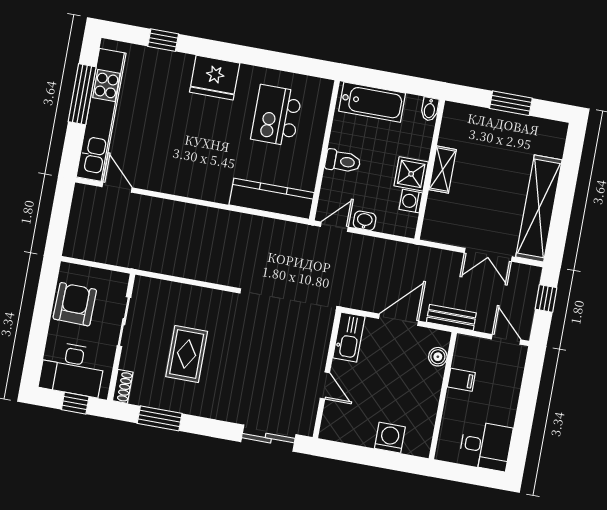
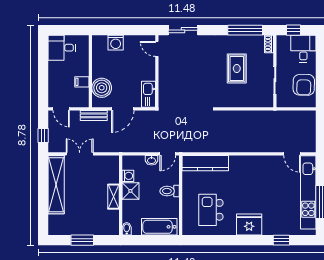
kitchen island: (277, 115) -> (211, 210), turned 180
boiler: (438, 357) -> (102, 88), width x1.86, depth x1.86
desk: (72, 369) -> (303, 49), width x0.73
door: (325, 385) -> (157, 49), moved
window: (160, 418) -> (245, 30), width x1.44

